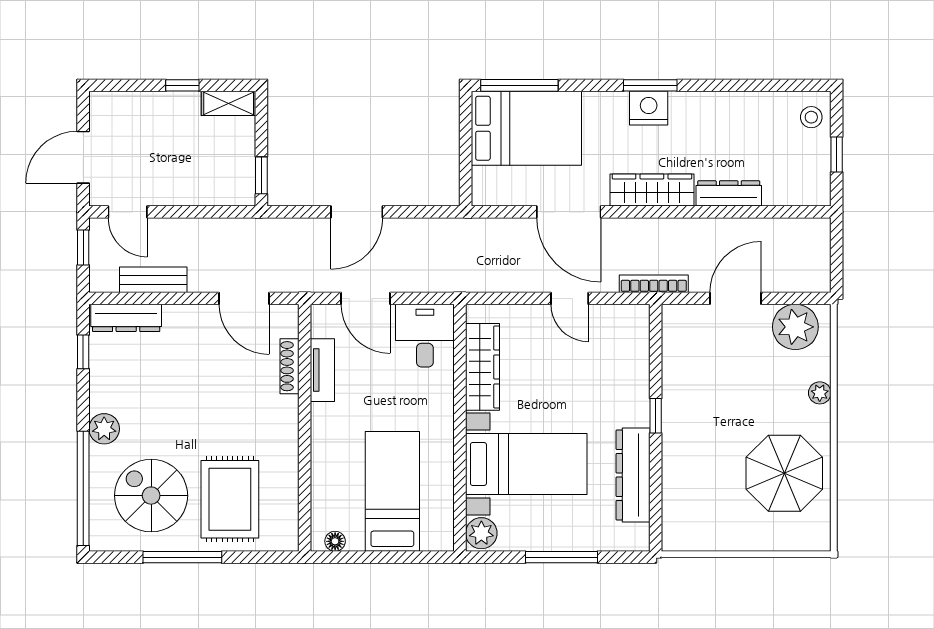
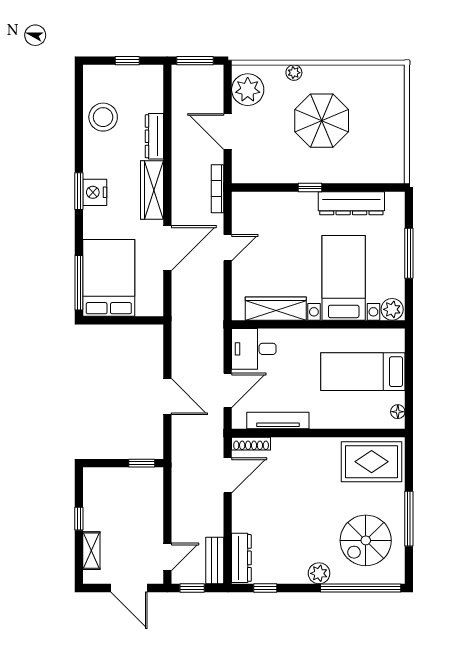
shelving: (229, 103) -> (91, 551), moved
stool: (811, 117) -> (103, 117), moved, width x1.89, depth x1.89
window: (837, 252) -> (195, 61), added
bench: (153, 280) -> (215, 561), moved
shoe rack: (289, 366) -> (251, 444), moved
tv unit: (322, 370) -> (278, 421), width x1.41
parasol: (784, 473) -> (322, 121), moved
rug: (230, 499) -> (372, 462), moved

